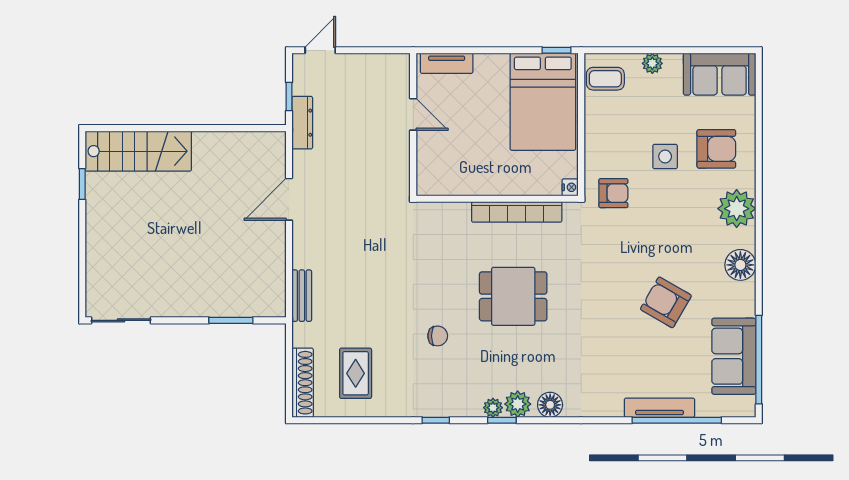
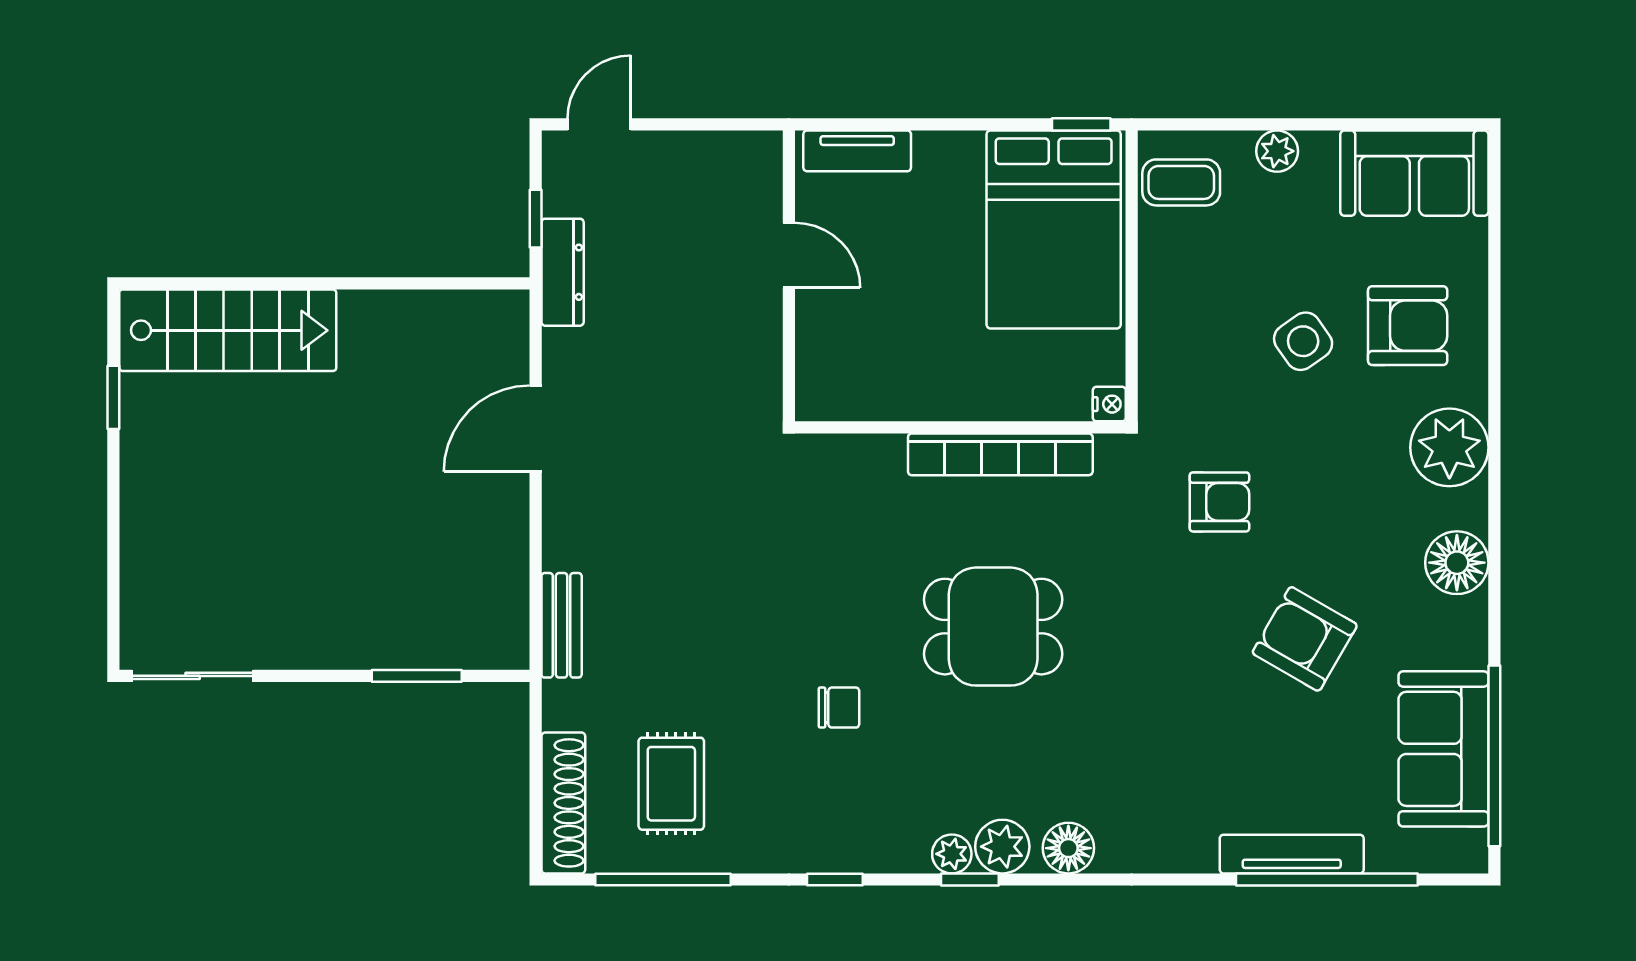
side table: (665, 156) -> (1303, 341), turned -35
armchair: (613, 193) -> (1219, 502), moved
window: (351, 420) -> (663, 879), added

